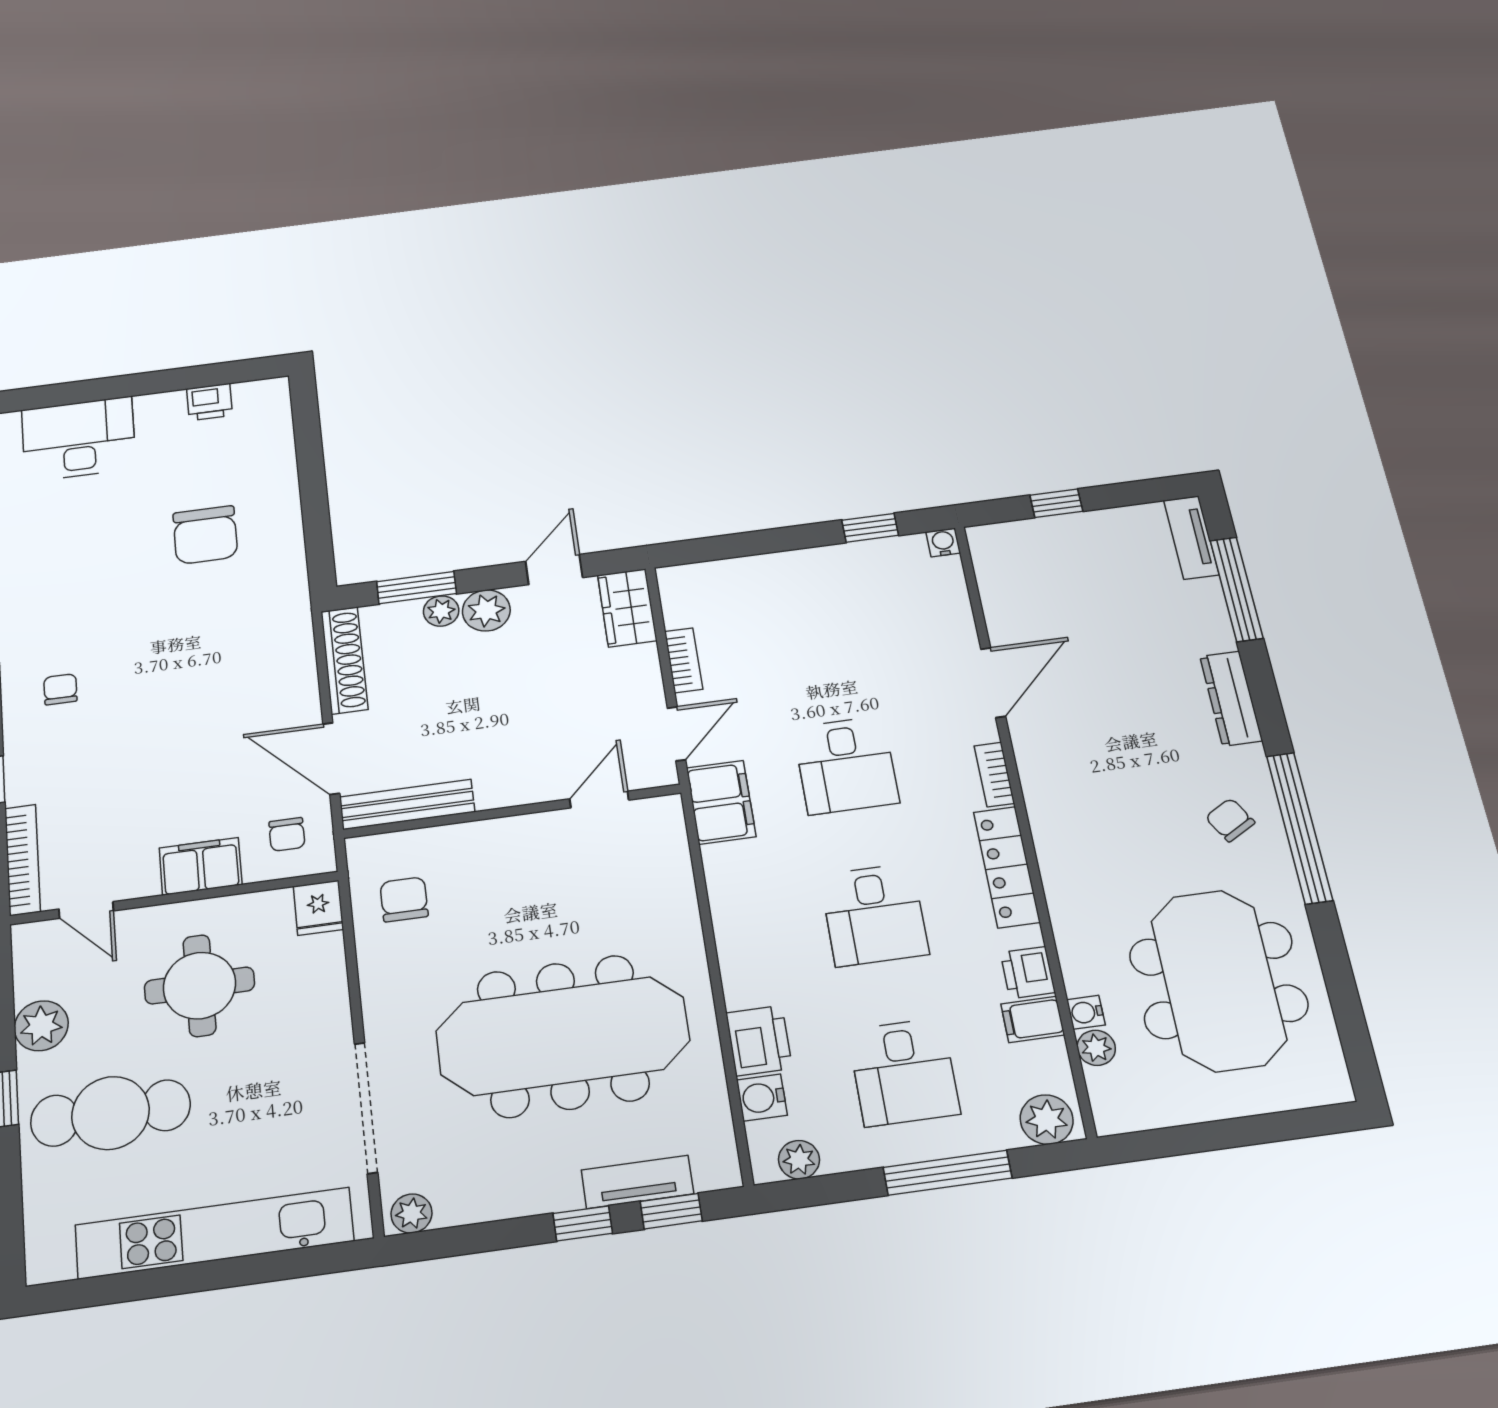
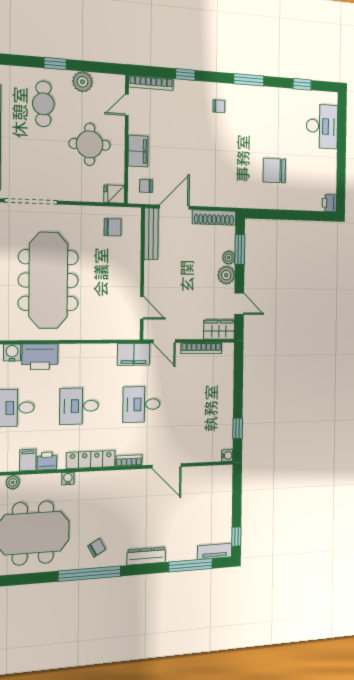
printer: (209, 402) -> (329, 203), moved
window: (1056, 503) -> (236, 537), moved
bookcase: (684, 660) -> (201, 348), width x1.56
water cooler: (1086, 1012) -> (68, 479), moved
printer: (759, 1041) -> (40, 357), width x1.37, depth x1.19
cafe table: (111, 1113) -> (43, 104), width x0.73, depth x0.74

